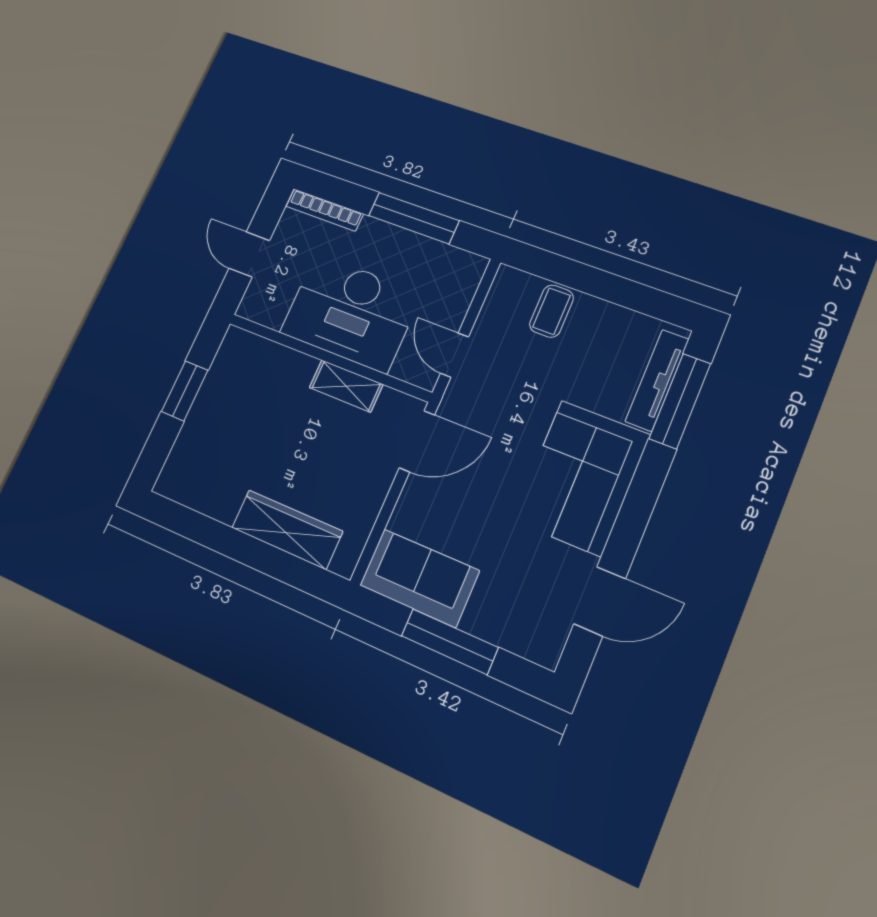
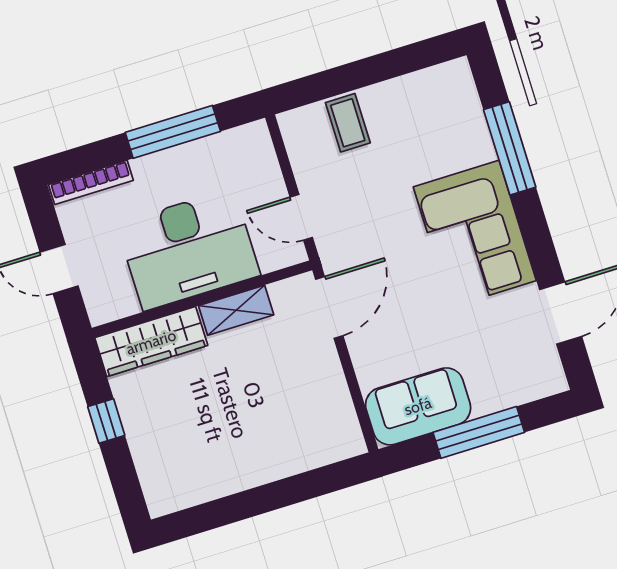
tv unit: (657, 380) -> (471, 115), removed
window: (185, 391) -> (106, 421), width x0.67
window: (680, 401) -> (510, 148), moved
wardrobe: (287, 529) -> (151, 342), moved, turned 180

